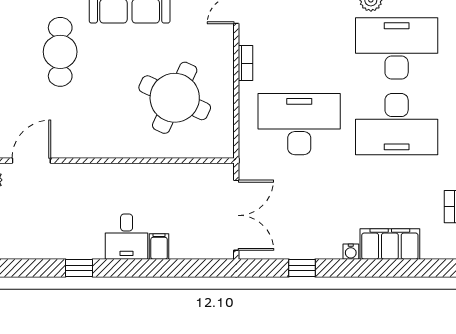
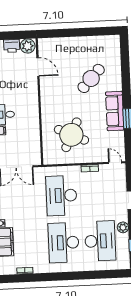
cafe table: (60, 52) -> (91, 78), turned -47
desk: (299, 124) -> (61, 196), turned 180

